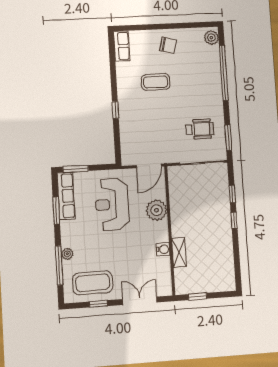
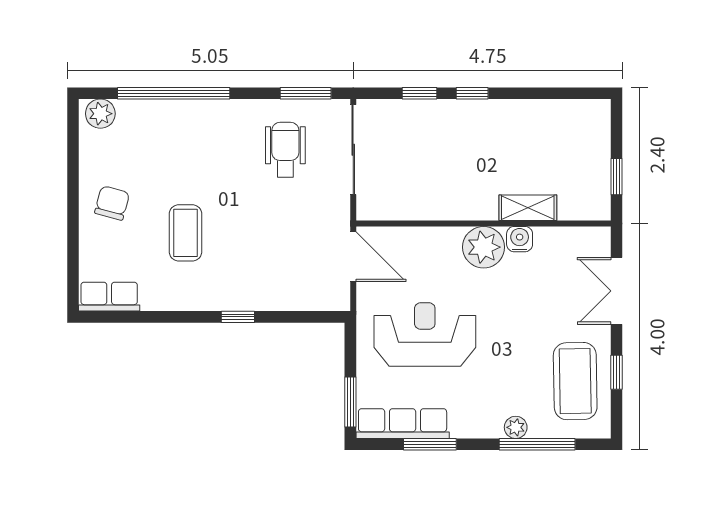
reception desk: (112, 204) -> (425, 335), turned 180
plant: (156, 210) -> (484, 247), moved

